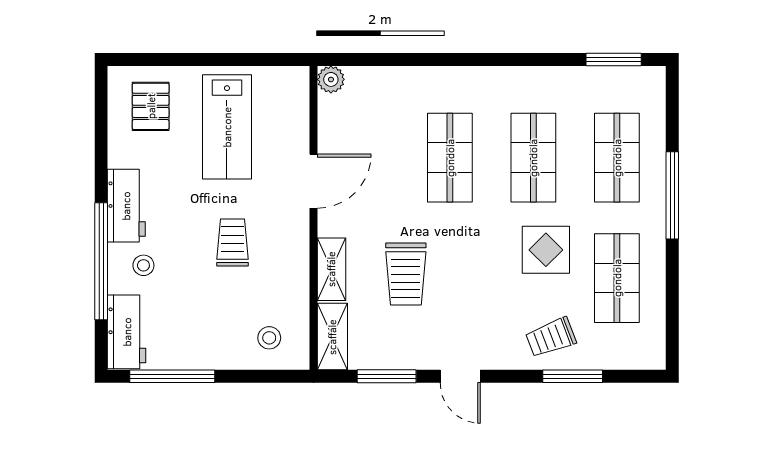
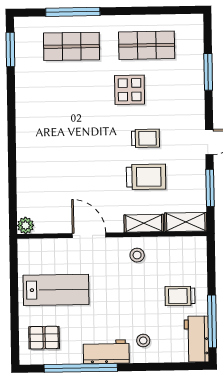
shop shelf: (450, 158) -> (73, 151), removed
shop shelf: (533, 158) -> (72, 98), removed
window: (672, 195) -> (73, 12), moved
trolley: (232, 242) -> (180, 296), moved
window: (101, 261) -> (81, 368), moved
workbench: (127, 332) -> (196, 339), moved, turned -90
trolley: (551, 337) -> (146, 138), moved, turned -69
stool: (269, 338) -> (137, 255), moved

